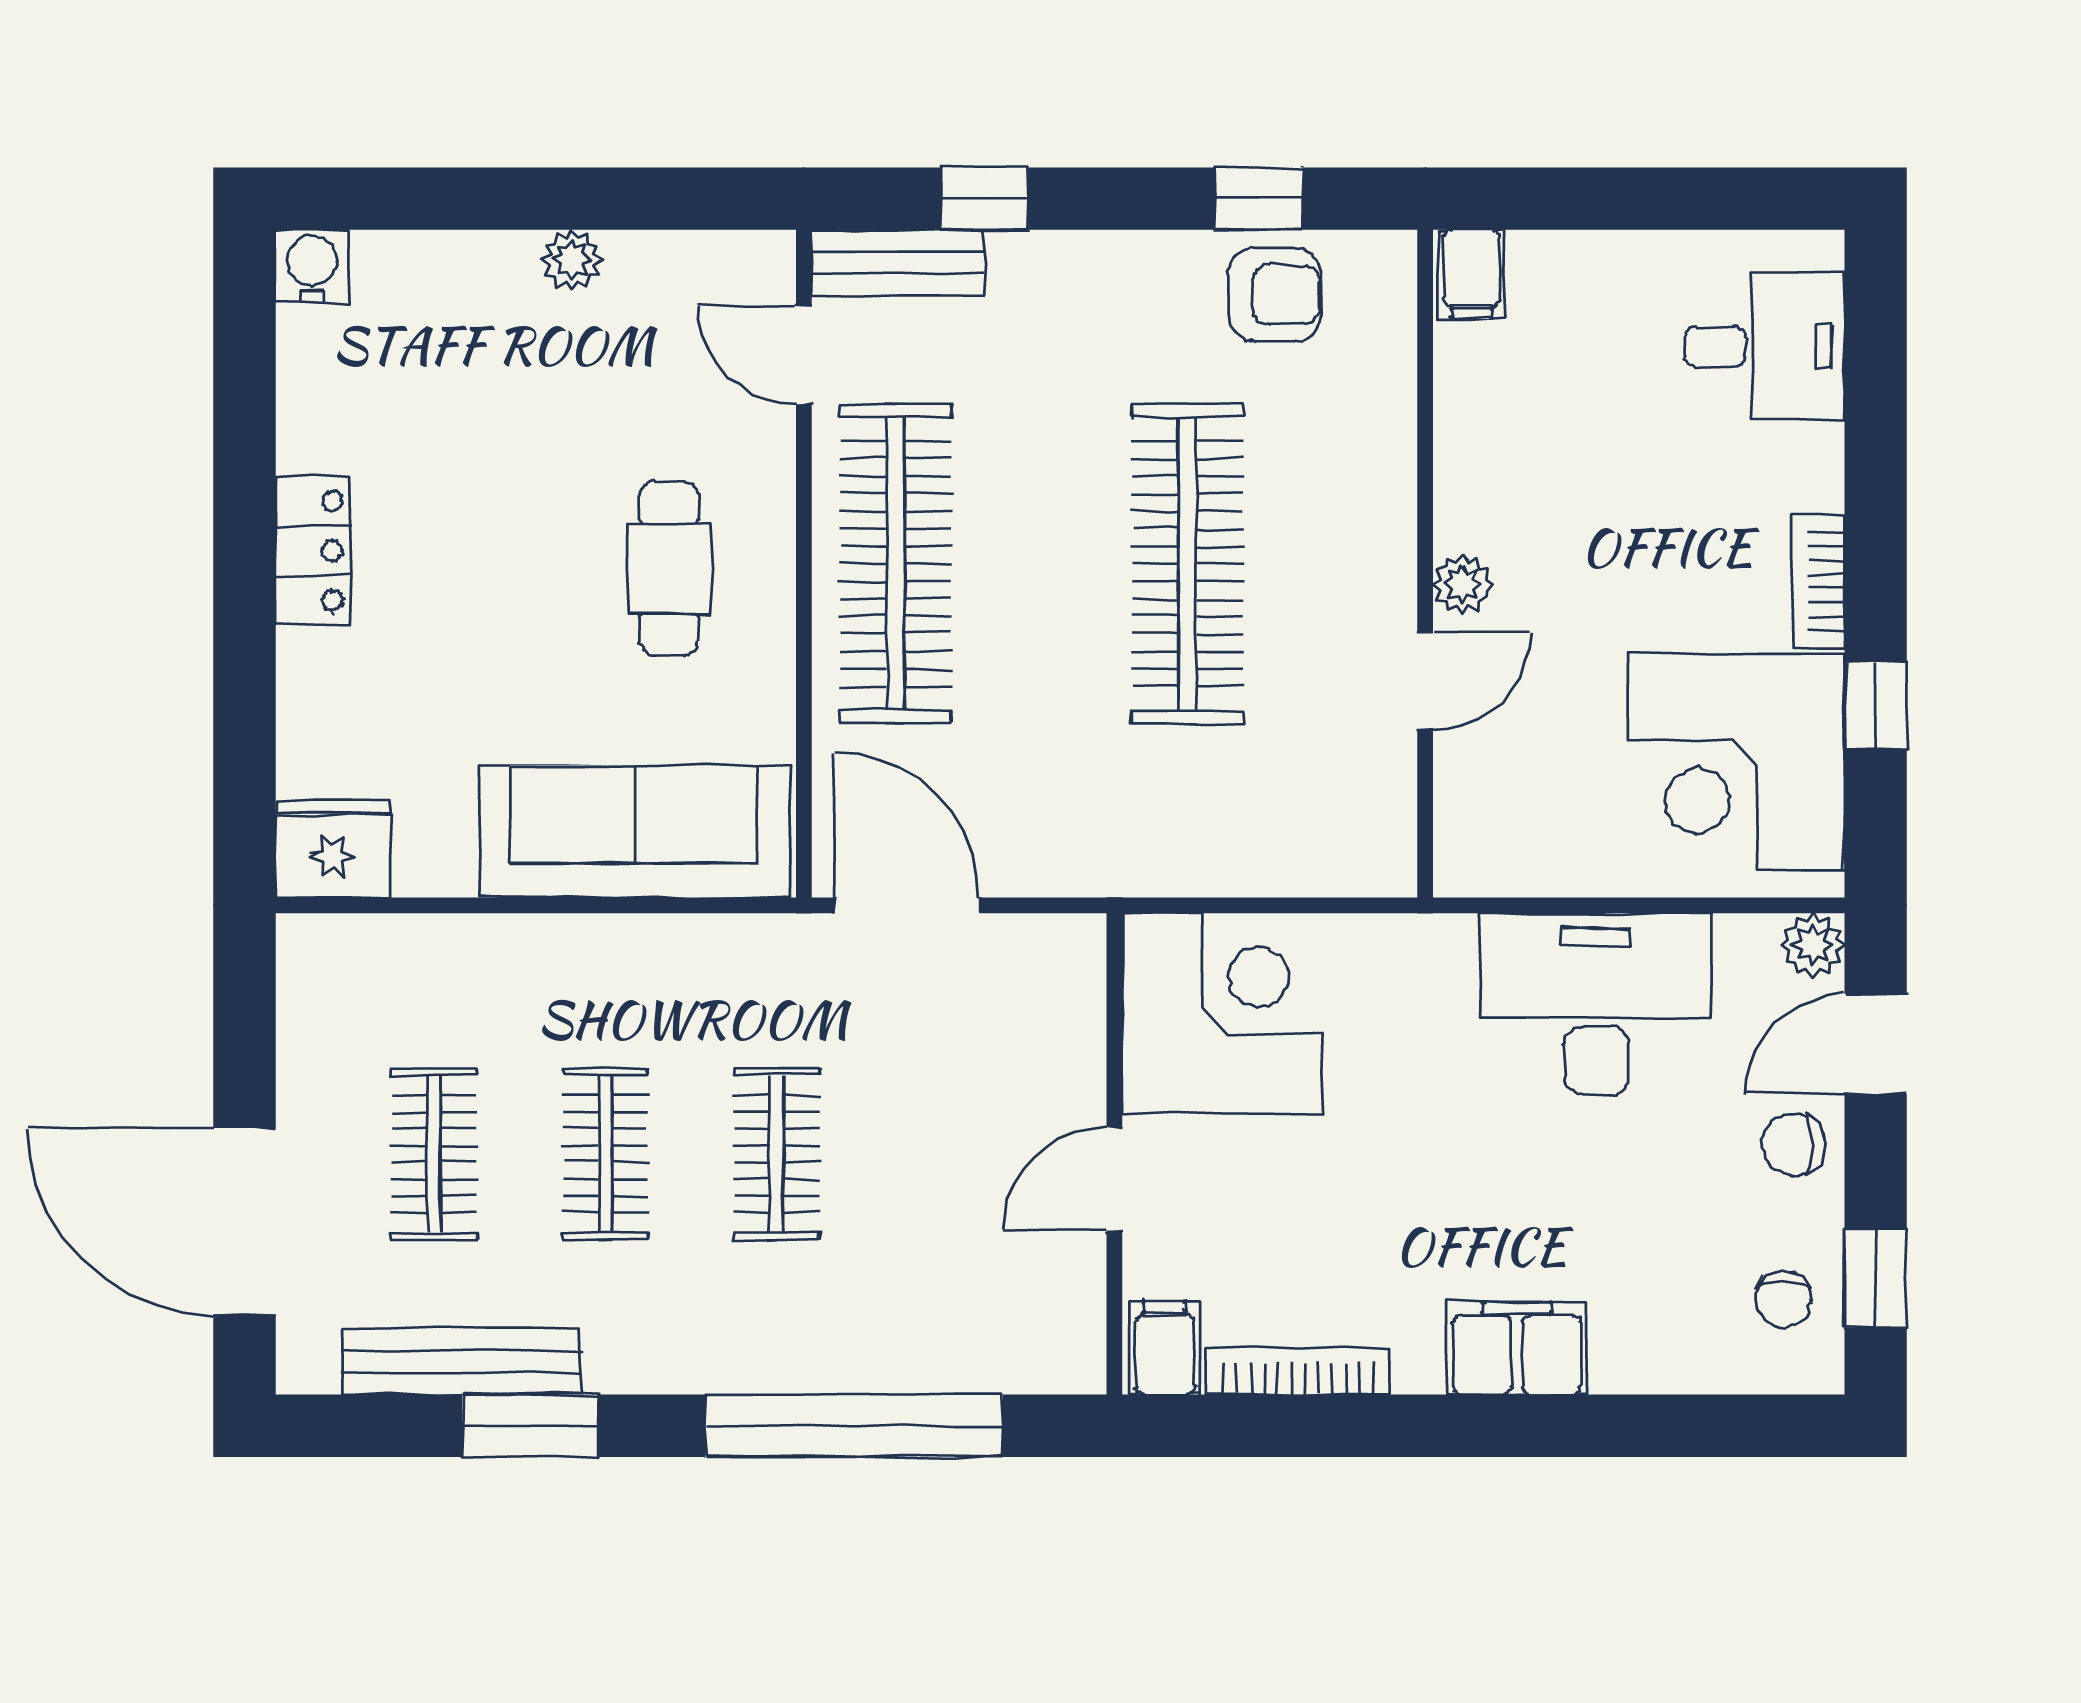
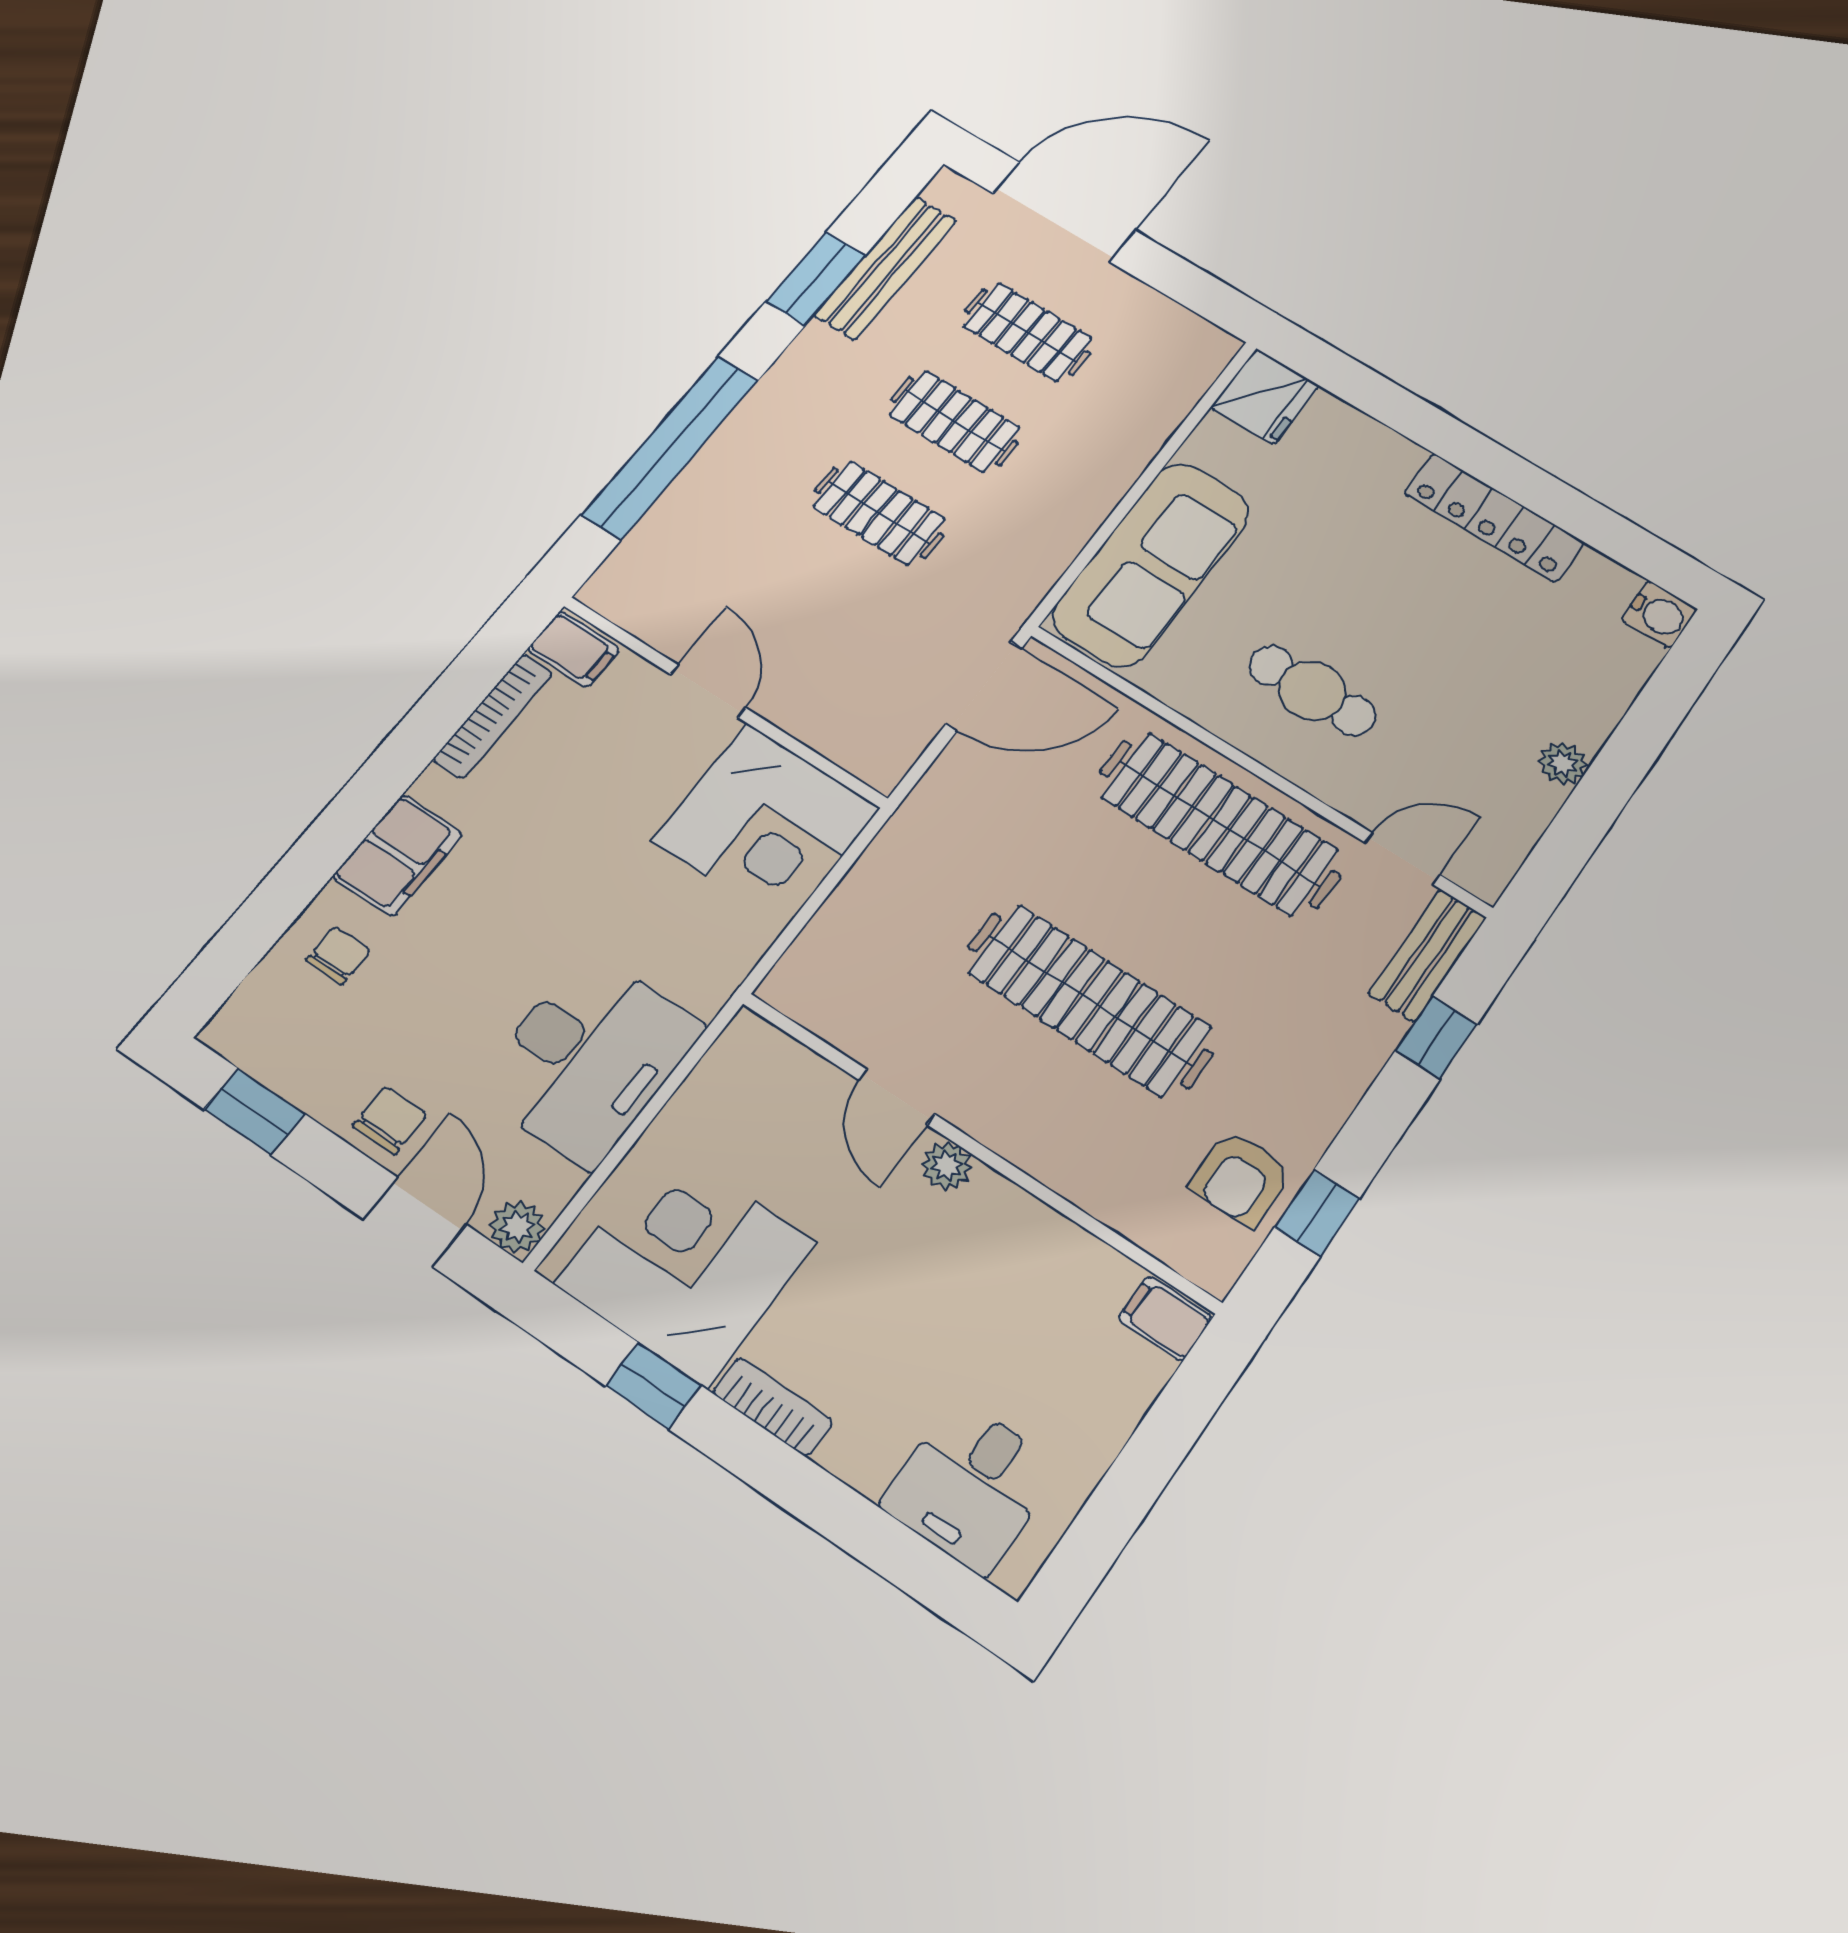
locker: (313, 550) -> (1494, 518), width x1.53
chair: (1783, 1299) -> (338, 955), moved, turned 90

